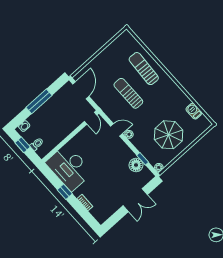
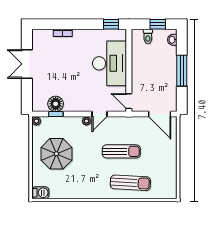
barbecue: (194, 111) -> (40, 193), moved
desk: (69, 167) -> (110, 63), moved, turned 90
window: (65, 192) -> (111, 24), moved
double door: (135, 200) -> (27, 64), moved

